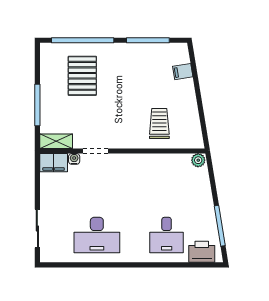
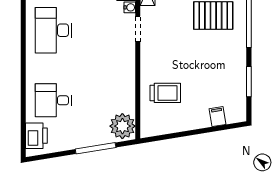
window: (148, 40) -> (249, 82), width x0.69
plant: (198, 160) -> (122, 126), width x1.88, depth x1.88
window: (220, 226) -> (96, 148), moved

